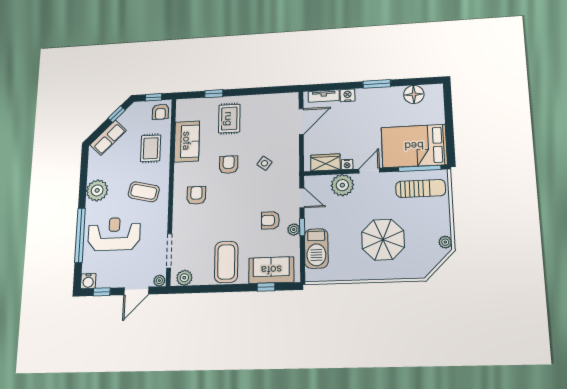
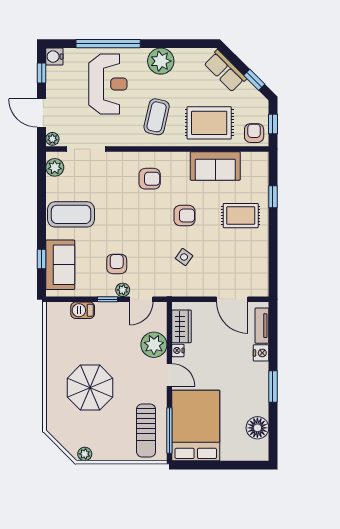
armchair: (160, 112) -> (254, 133), turned 91
rug: (151, 148) -> (209, 123), width x1.36, depth x1.43
plant: (294, 230) -> (123, 290), moved
barbecue: (316, 249) -> (83, 310), width x0.53, depth x0.65

